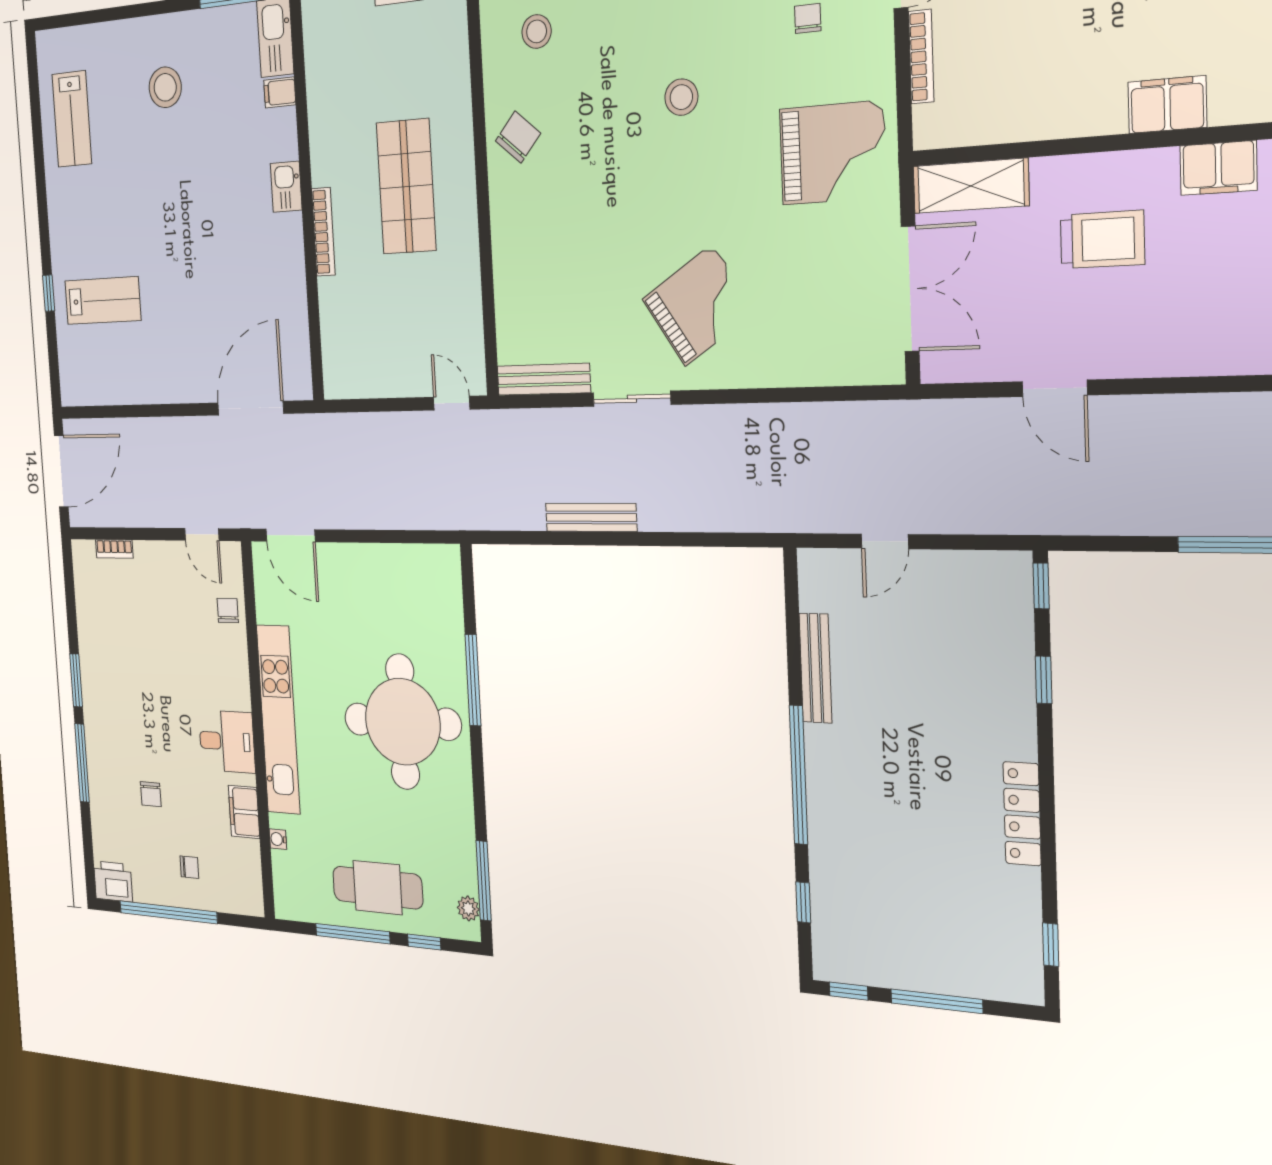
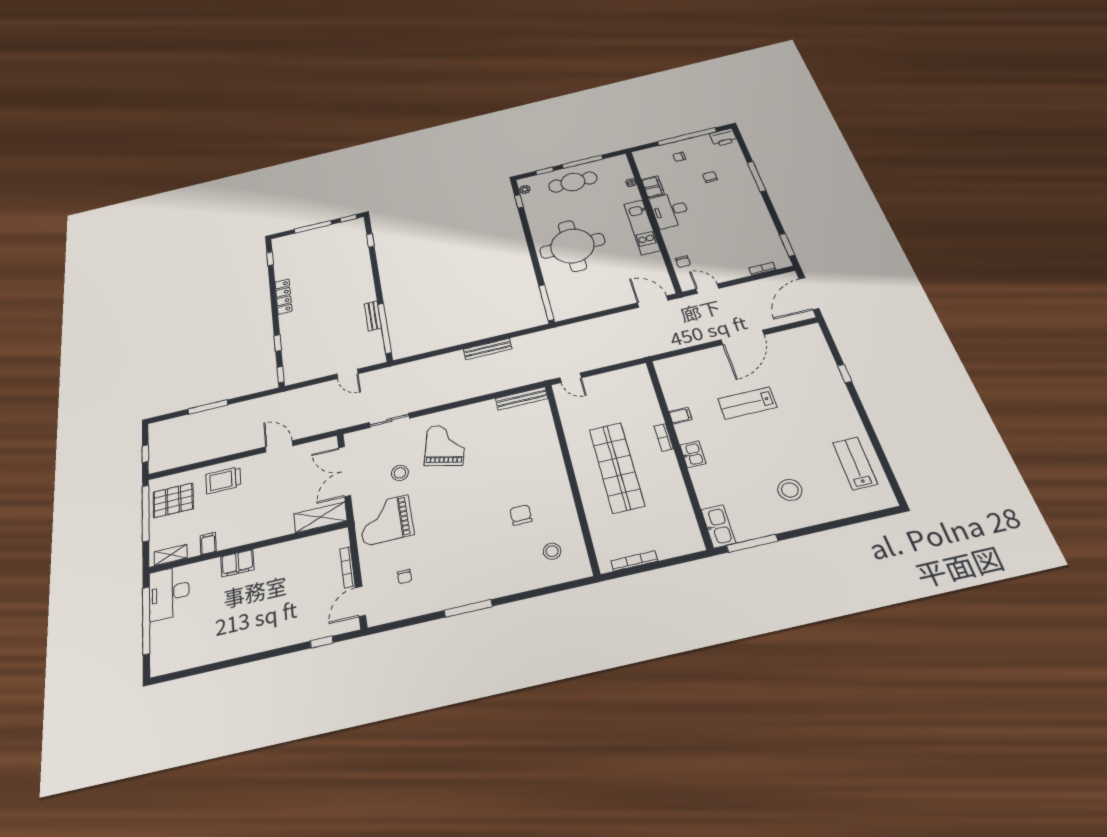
filing cabinet: (280, 92) -> (680, 416), moved
stool: (681, 97) -> (400, 473), moved
chair: (518, 137) -> (521, 515), moved, turned 139
filing cabinet: (1218, 168) -> (208, 543), width x0.50
shop shelf: (406, 187) -> (617, 467), width x1.40
bookcase: (323, 232) -> (664, 437), width x0.64
trolley: (1102, 240) -> (223, 480), moved
lab bench: (103, 301) -> (747, 403), moved
grand piano: (699, 305) -> (445, 445), turned 137
sliding door: (632, 399) -> (389, 420), moved
door: (251, 408) -> (743, 337), moved
door: (885, 541) -> (347, 374), swing flipped
bench: (815, 668) -> (373, 316), width x0.73
window: (76, 680) -> (787, 245), moved
window: (473, 680) -> (546, 303), moved
kitchen unit: (278, 720) -> (642, 227), width x0.73
desk: (227, 741) -> (670, 210), width x1.37
window: (798, 775) -> (385, 328), moved
window: (484, 881) -> (519, 201), width x0.46

